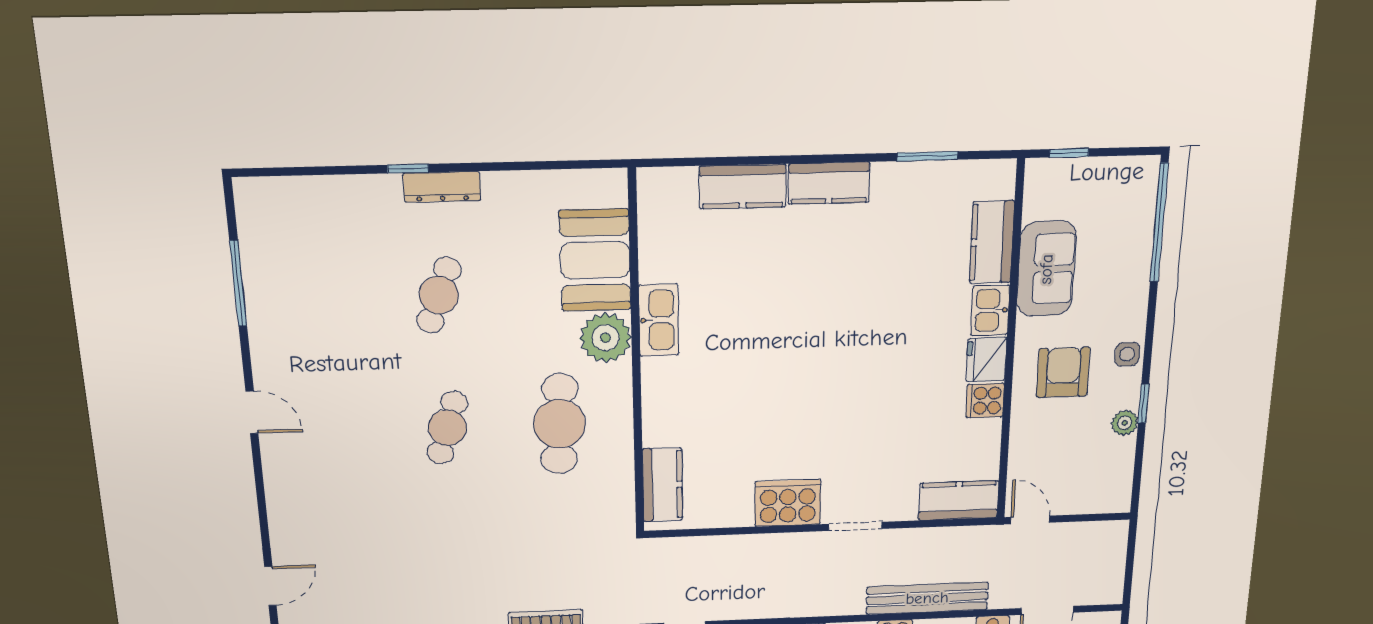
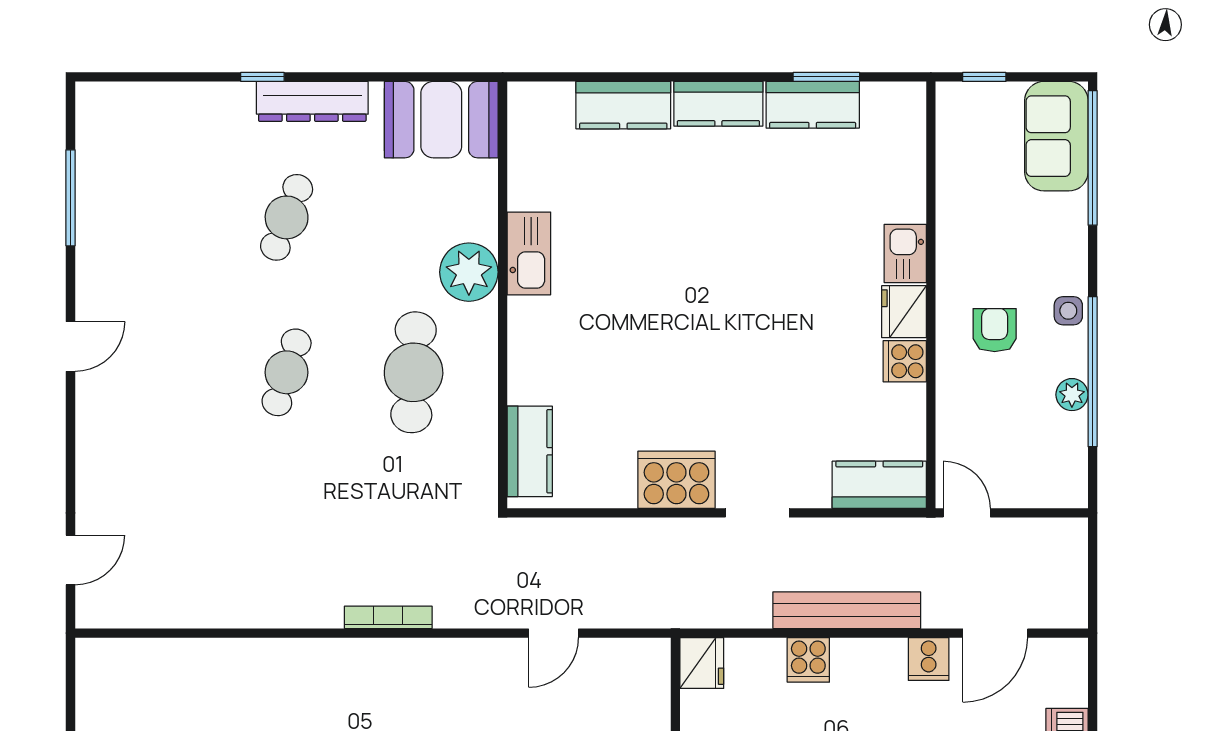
dresser: (442, 187) -> (312, 101), width x1.37, depth x1.24
kitchen counter: (992, 242) -> (813, 105), moved, turned -90
booth: (595, 260) -> (441, 120), moved, turned 90
sofa: (1046, 269) -> (1056, 136), moved, turned 180
armchair: (1063, 372) -> (995, 330), width x0.72, depth x0.72
window: (1143, 404) -> (1093, 372), width x3.17
door: (252, 412) -> (71, 346), hinge flipped

